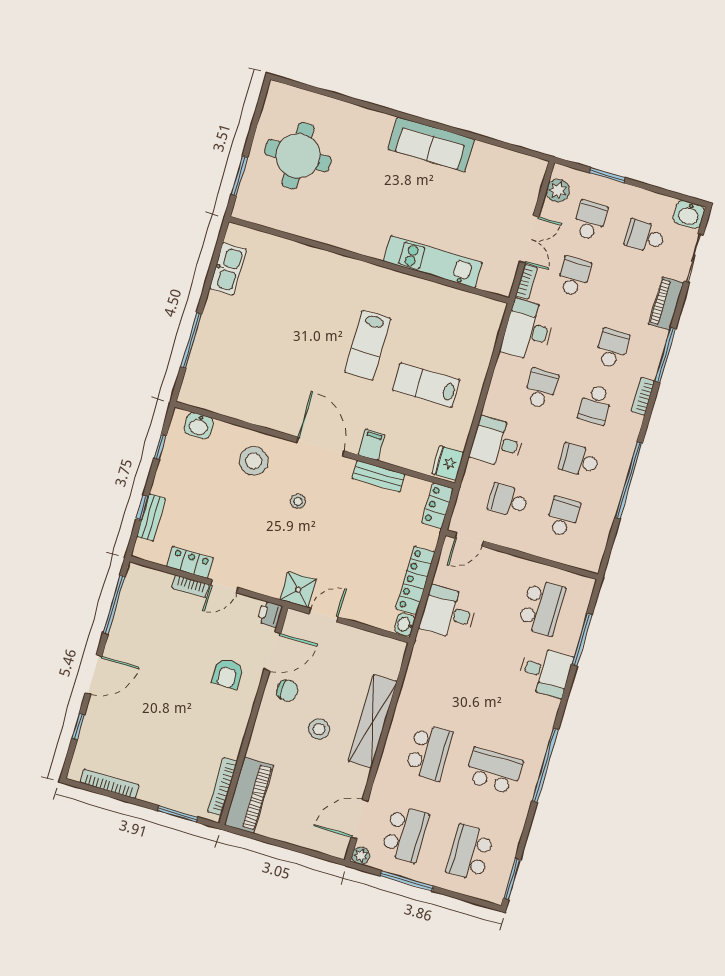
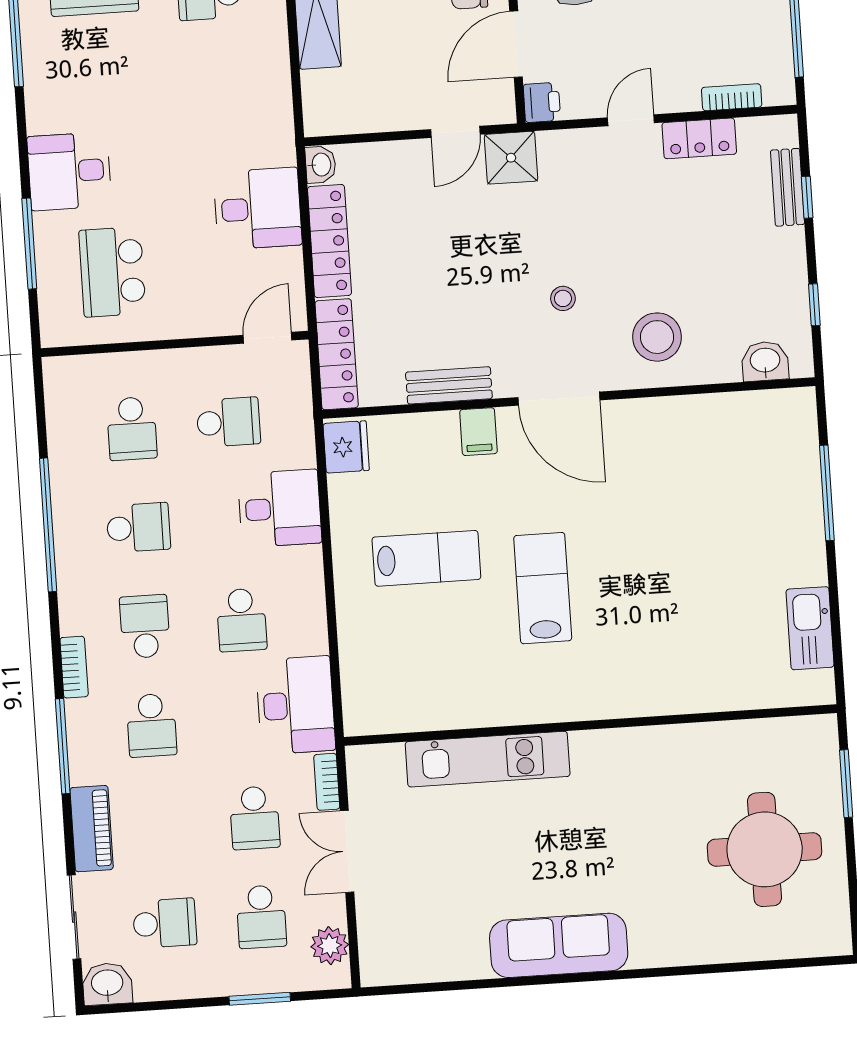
locker: (438, 506) -> (337, 354), width x1.53
bookcase: (190, 586) -> (732, 97), moved

